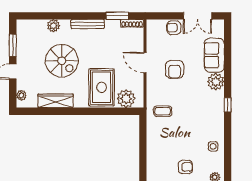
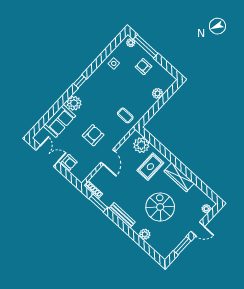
rug: (102, 87) -> (150, 167), width x0.73, depth x0.70
wardrobe: (56, 101) -> (179, 177), moved
plant: (153, 155) -> (157, 93), added

